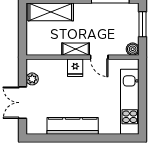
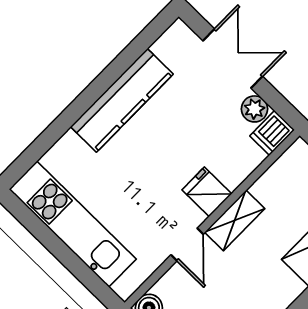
door: (99, 57) -> (187, 245), swing flipped
dishwasher: (34, 65) -> (272, 133), added

